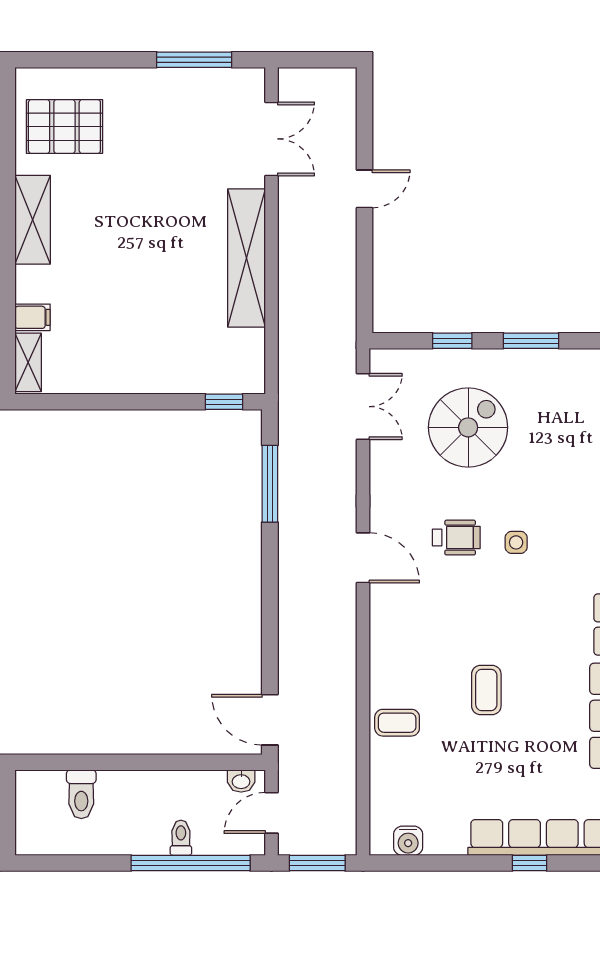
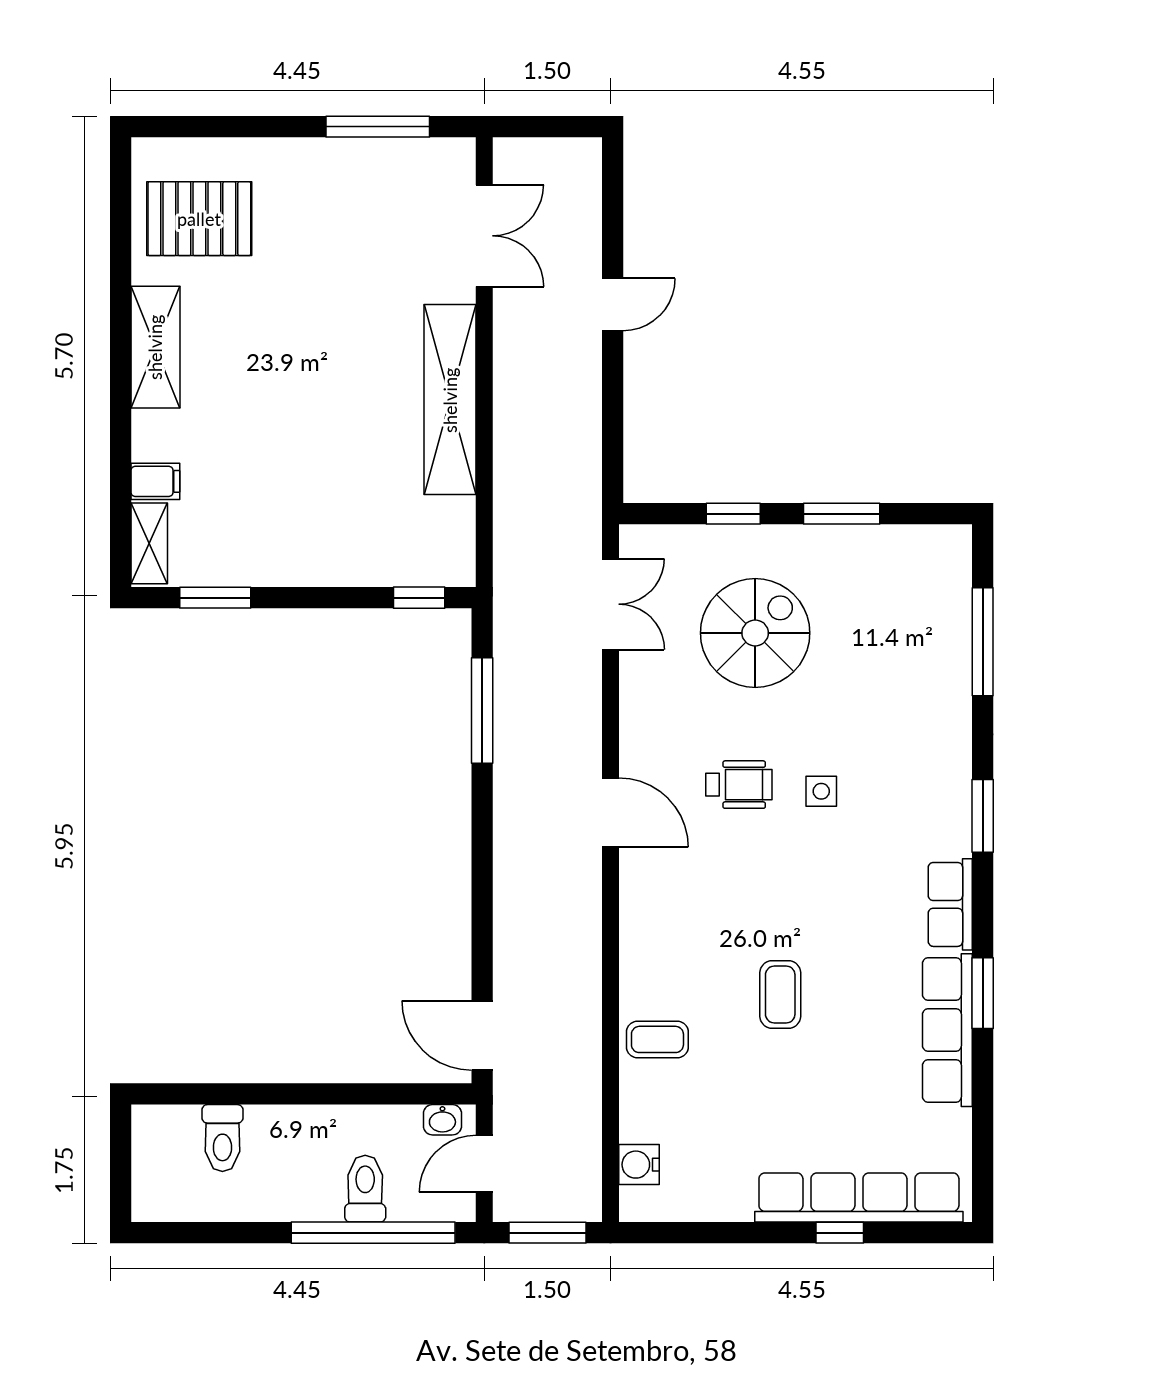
window: (76, 402) -> (215, 598), added
toilet: (181, 838) -> (365, 1189), width x1.37, depth x1.39
water cooler: (408, 841) -> (639, 1165), moved, turned 90

